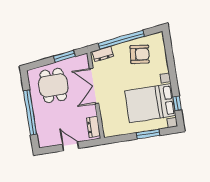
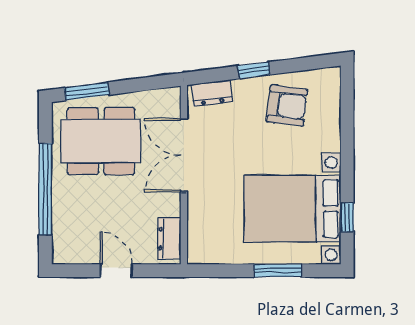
window: (121, 40) -> (254, 70), width x0.32
window: (65, 56) -> (87, 91), moved
dining table: (53, 85) -> (101, 141), width x1.38

